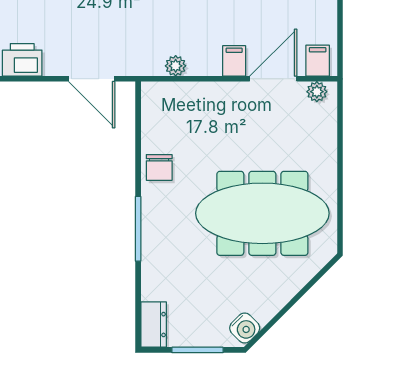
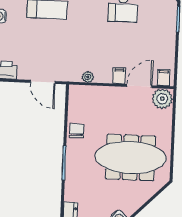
plant: (317, 92) -> (162, 99), width x1.88, depth x1.88
chair: (159, 167) -> (77, 131), turned 180

